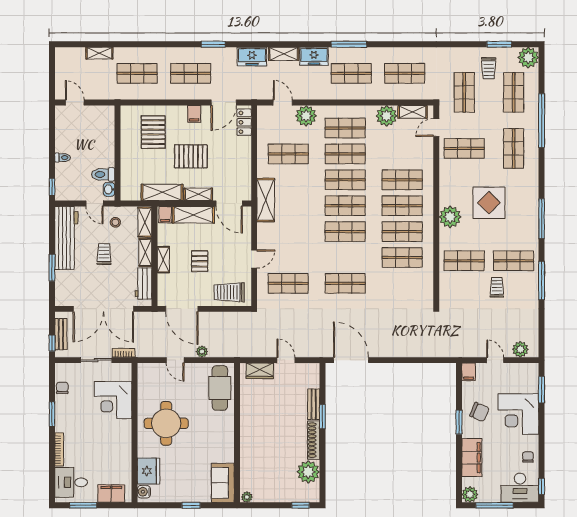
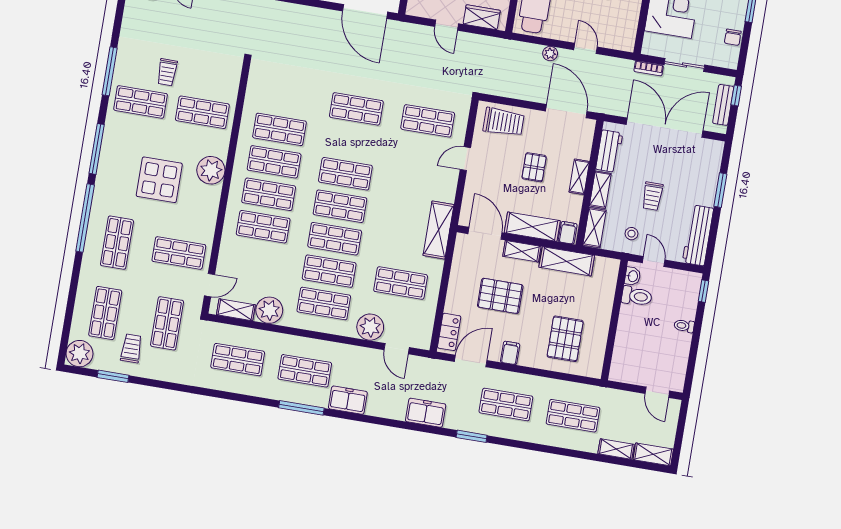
shelving: (284, 54) -> (653, 454), moved
window: (542, 121) -> (85, 218), moved
pallet: (191, 156) -> (500, 296), moved
workbench: (66, 238) -> (698, 235), width x0.73, depth x0.76

